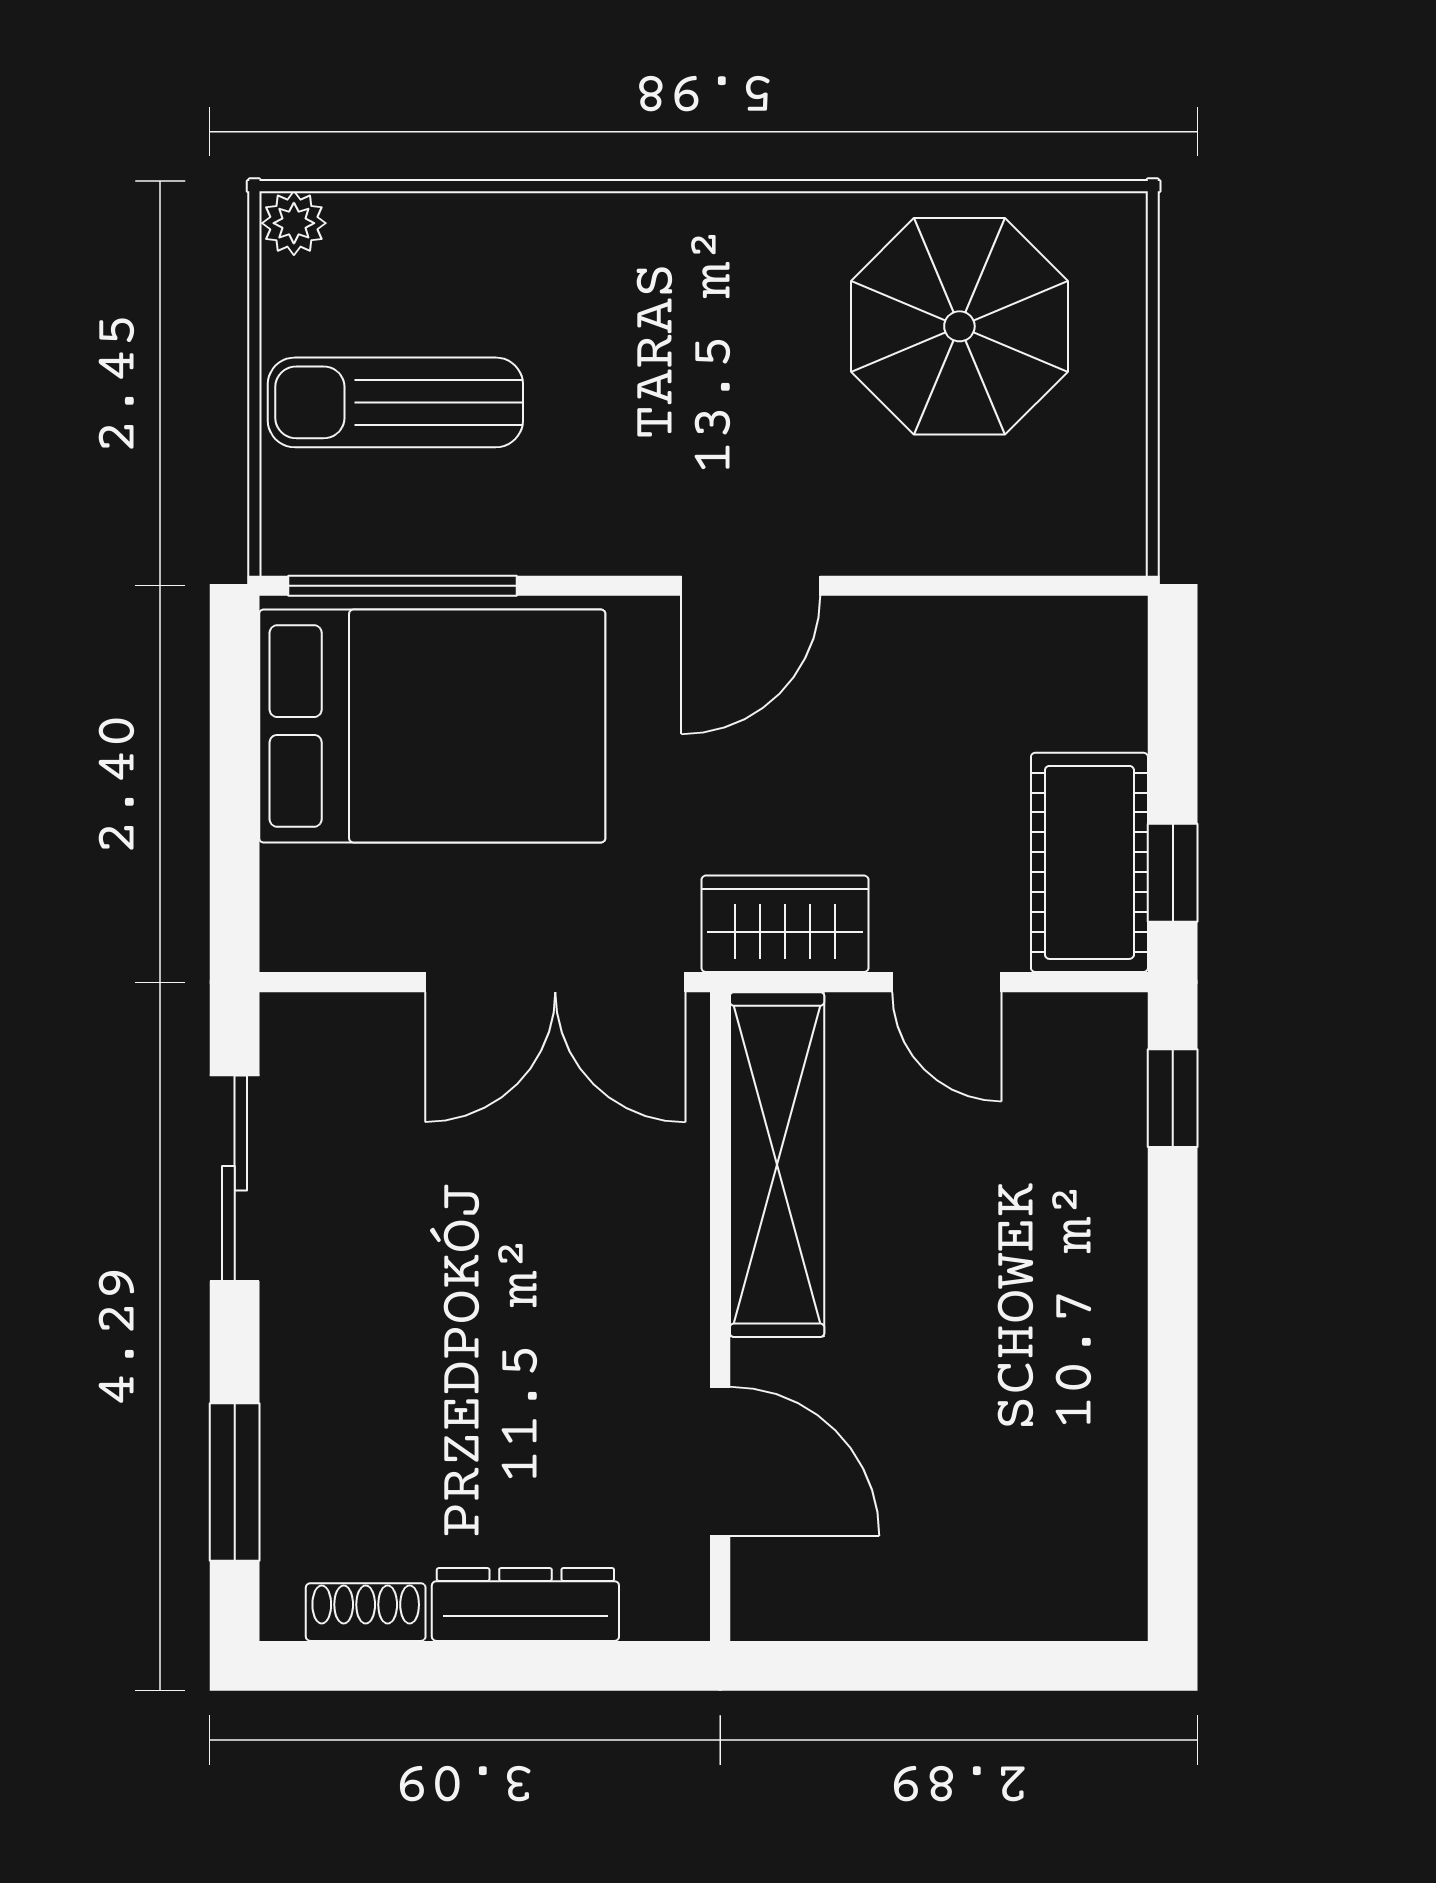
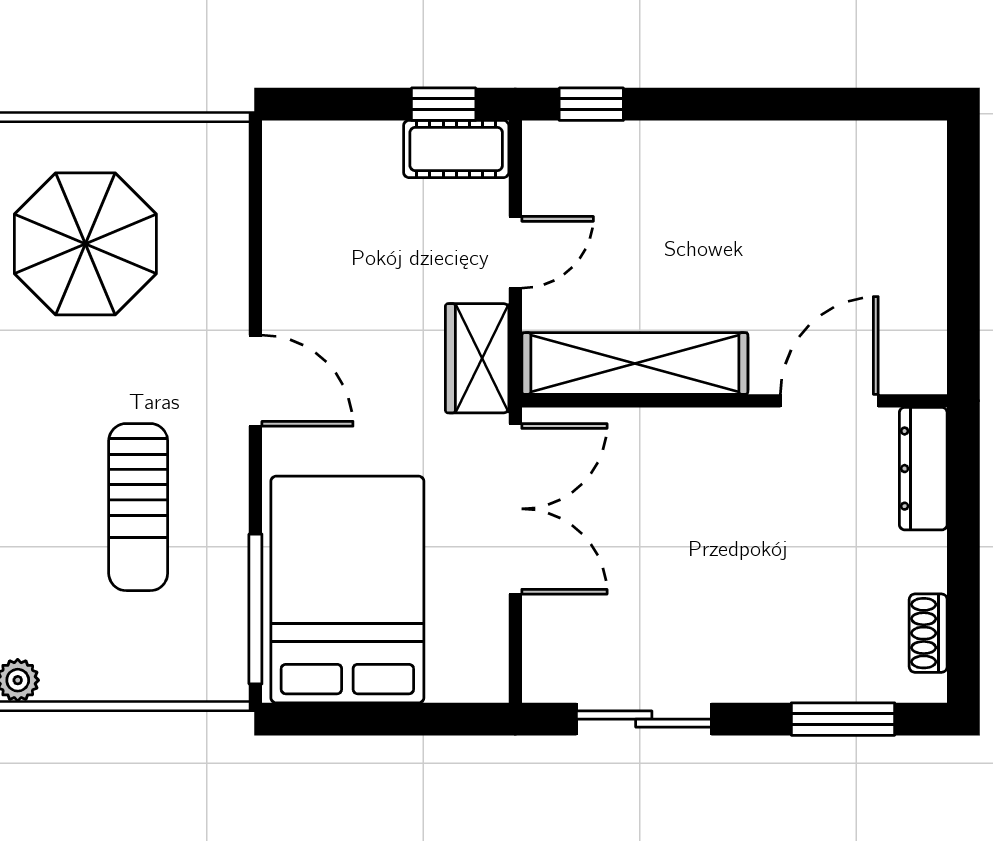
sun lounger: (395, 402) -> (138, 507), moved
cot: (1089, 862) -> (456, 149), width x0.73, depth x0.75
dresser: (525, 1604) -> (923, 469), moved

